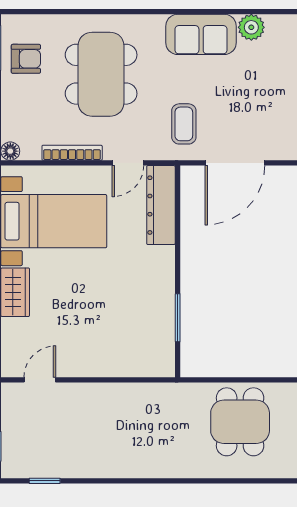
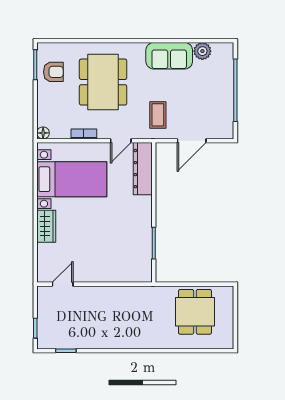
bookcase: (72, 153) -> (84, 134), width x0.64
door: (235, 163) -> (192, 141), width x0.73

